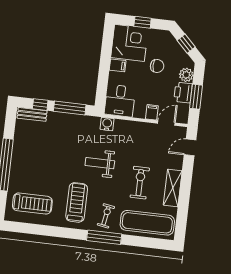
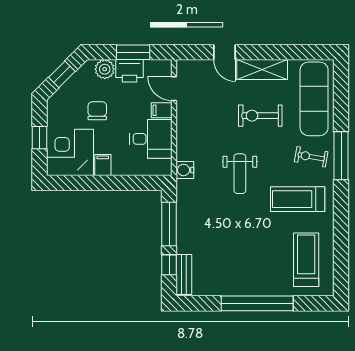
desk: (120, 101) -> (151, 139), moved
door: (190, 147) -> (224, 52), moved

